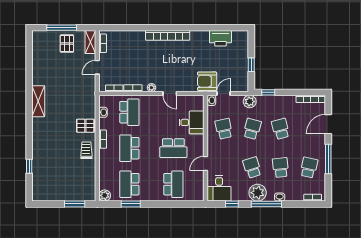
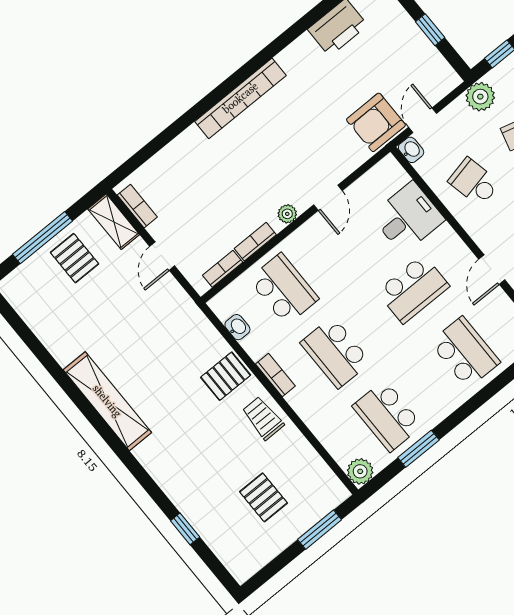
door: (170, 93) -> (328, 198), hinge flipped
shelving: (38, 101) -> (107, 401), width x1.47
pallet: (65, 177) -> (263, 497), added

